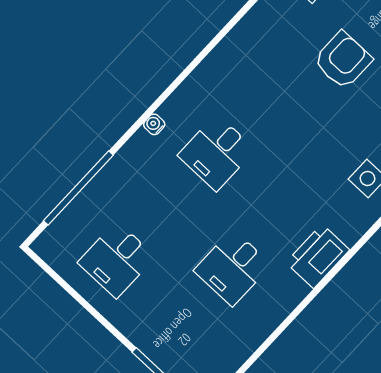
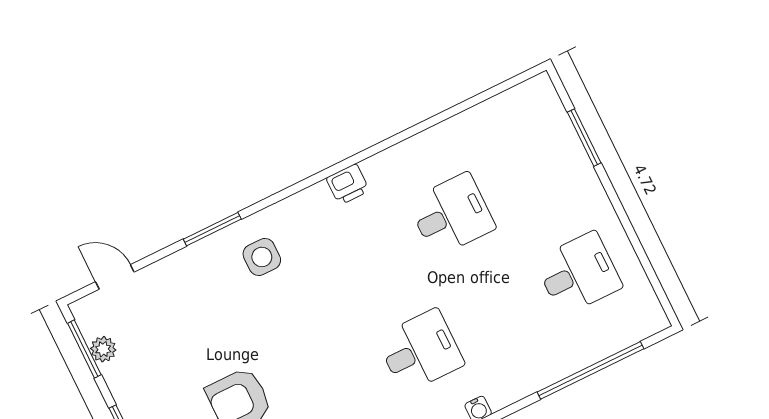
printer: (318, 256) -> (348, 184), width x0.53, depth x0.68

